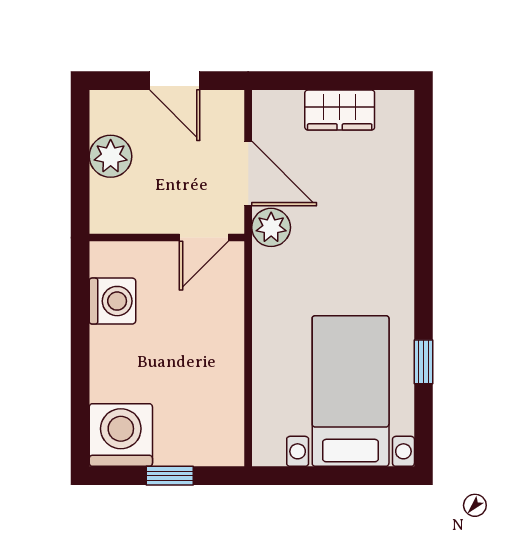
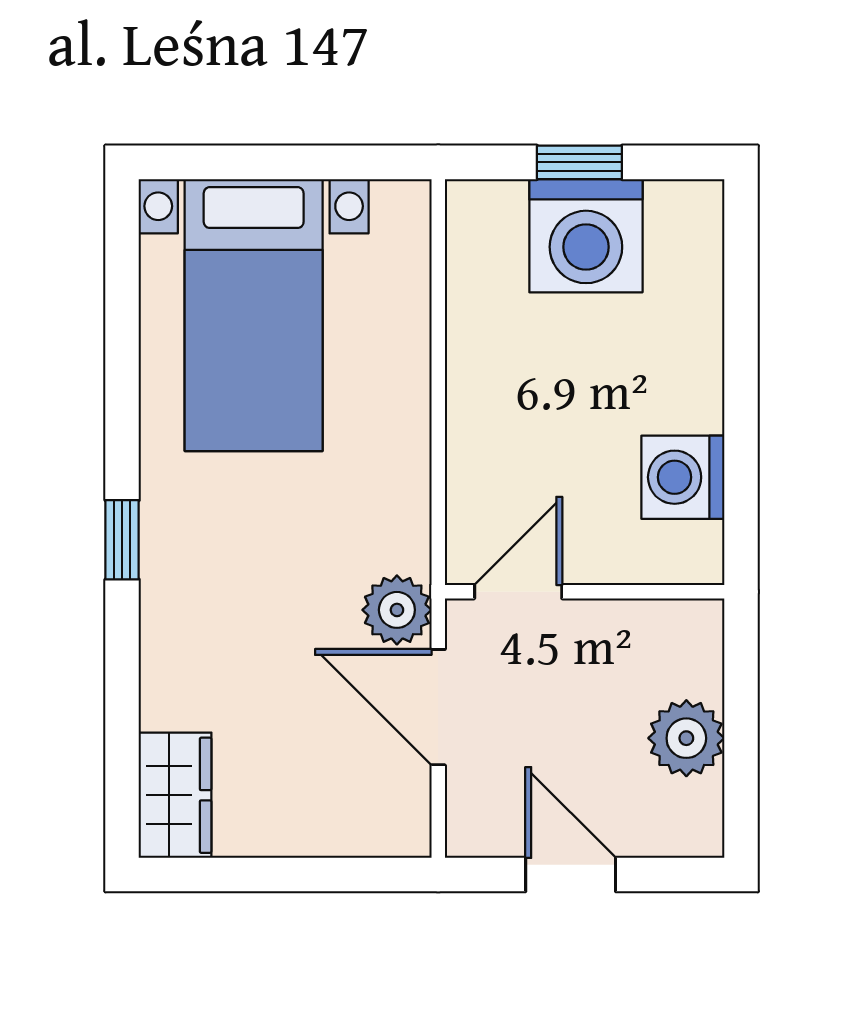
wardrobe: (340, 110) -> (175, 795), moved, turned 90
window: (424, 362) -> (122, 540), moved
washing machine: (121, 435) -> (586, 236), moved

